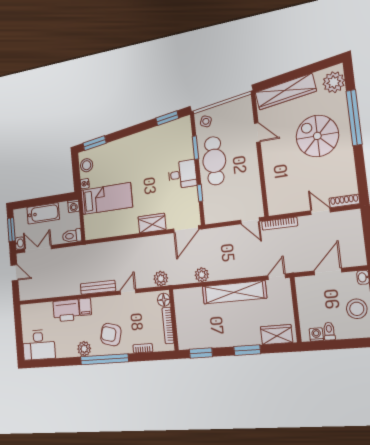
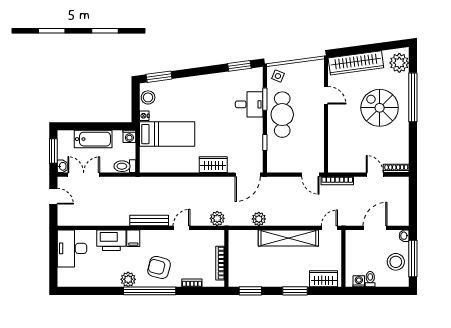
desk: (182, 174) -> (249, 104), moved
floor lamp: (164, 300) -> (218, 239), removed
desk: (39, 345) -> (72, 248), moved, turned 90

